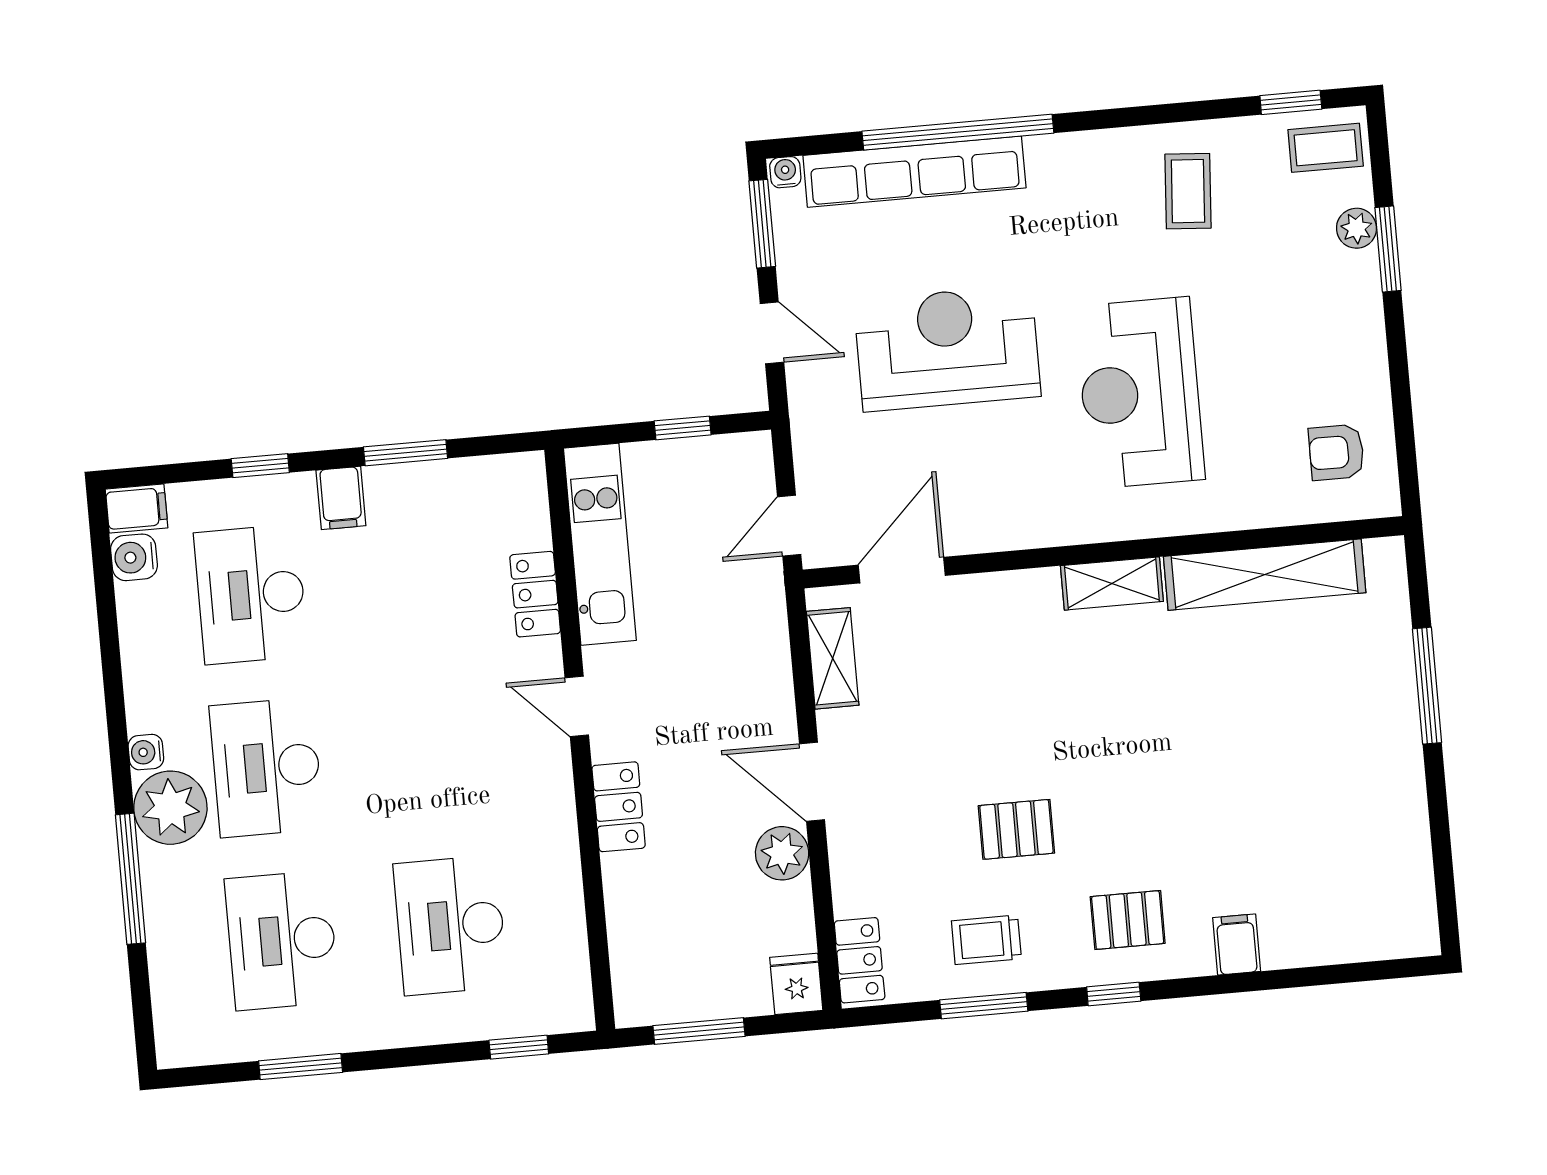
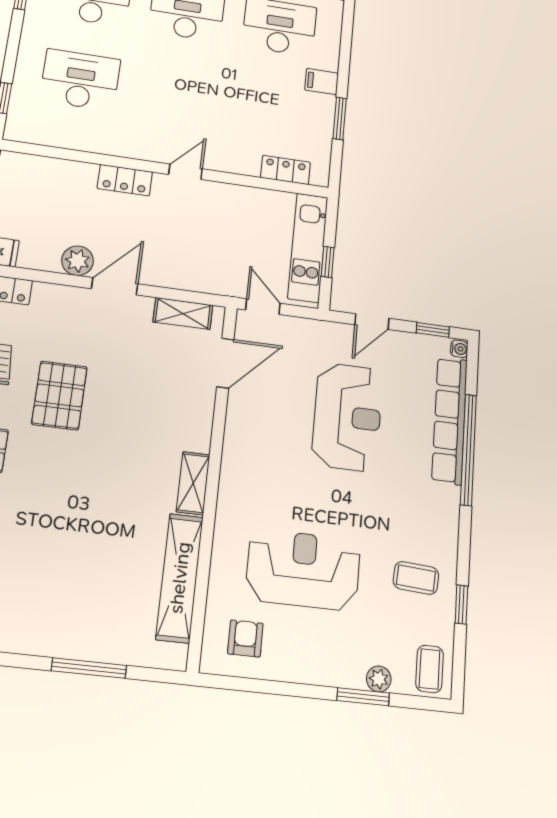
window: (1291, 102) -> (461, 604), moved
window: (762, 224) -> (433, 330), width x0.67
reception desk: (1140, 393) -> (303, 570), moved
window: (260, 466) -> (346, 47), removed
kitchen unit: (600, 544) -> (308, 247), moved, turned 90
door: (902, 570) -> (225, 363), hinge flipped
locker: (535, 594) -> (285, 170), moved
pallet: (1016, 829) -> (59, 395), width x1.50, depth x1.42

